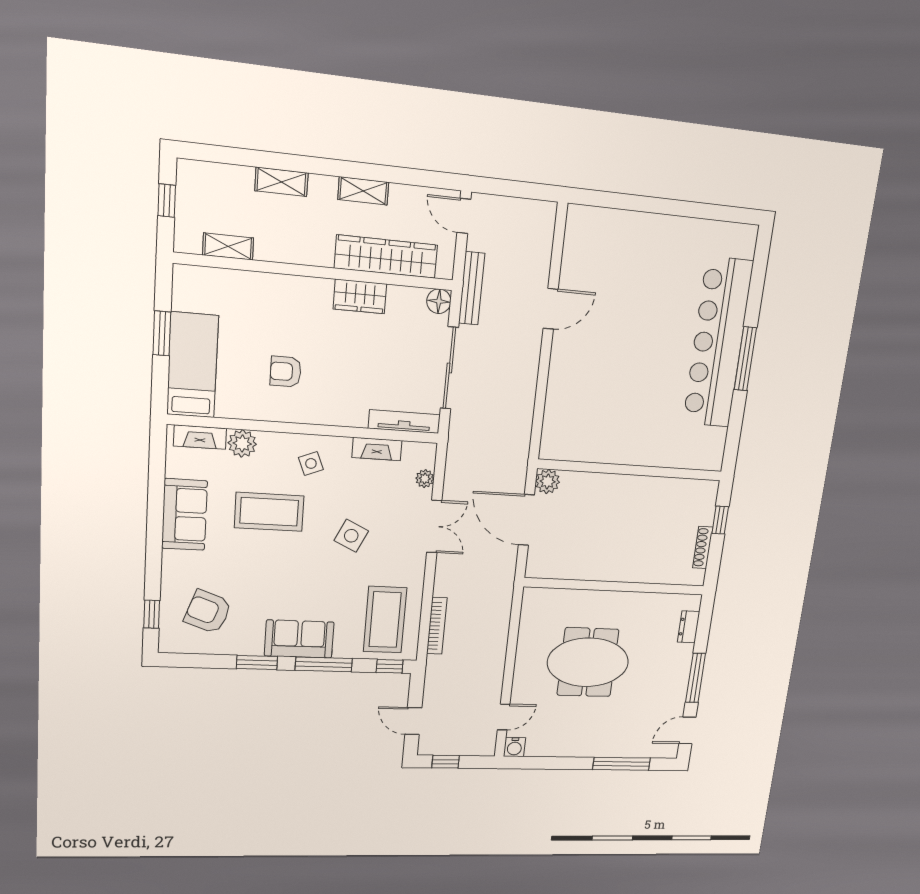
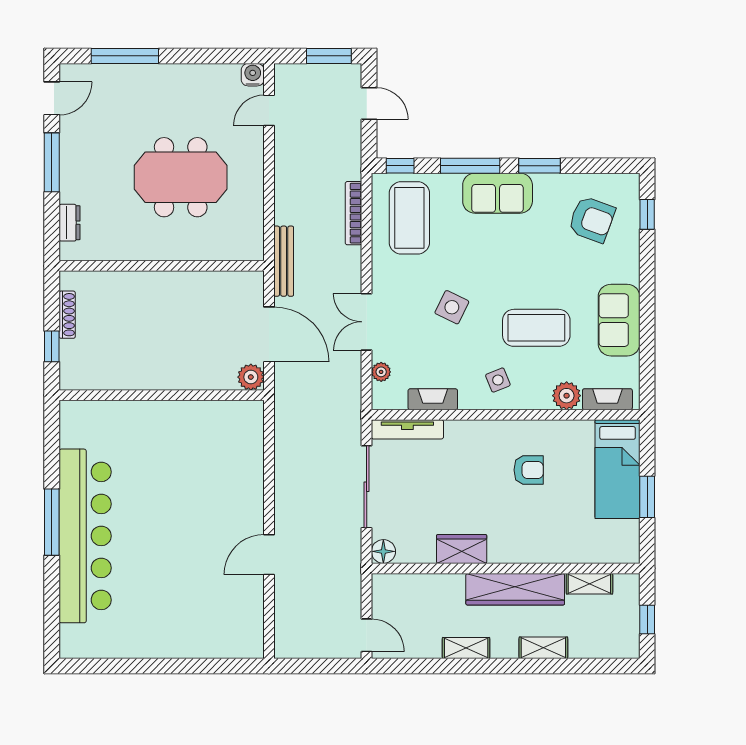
wardrobe: (386, 257) -> (515, 589), moved
bench: (472, 288) -> (284, 261), moved
window: (446, 762) -> (329, 56), width x1.50

